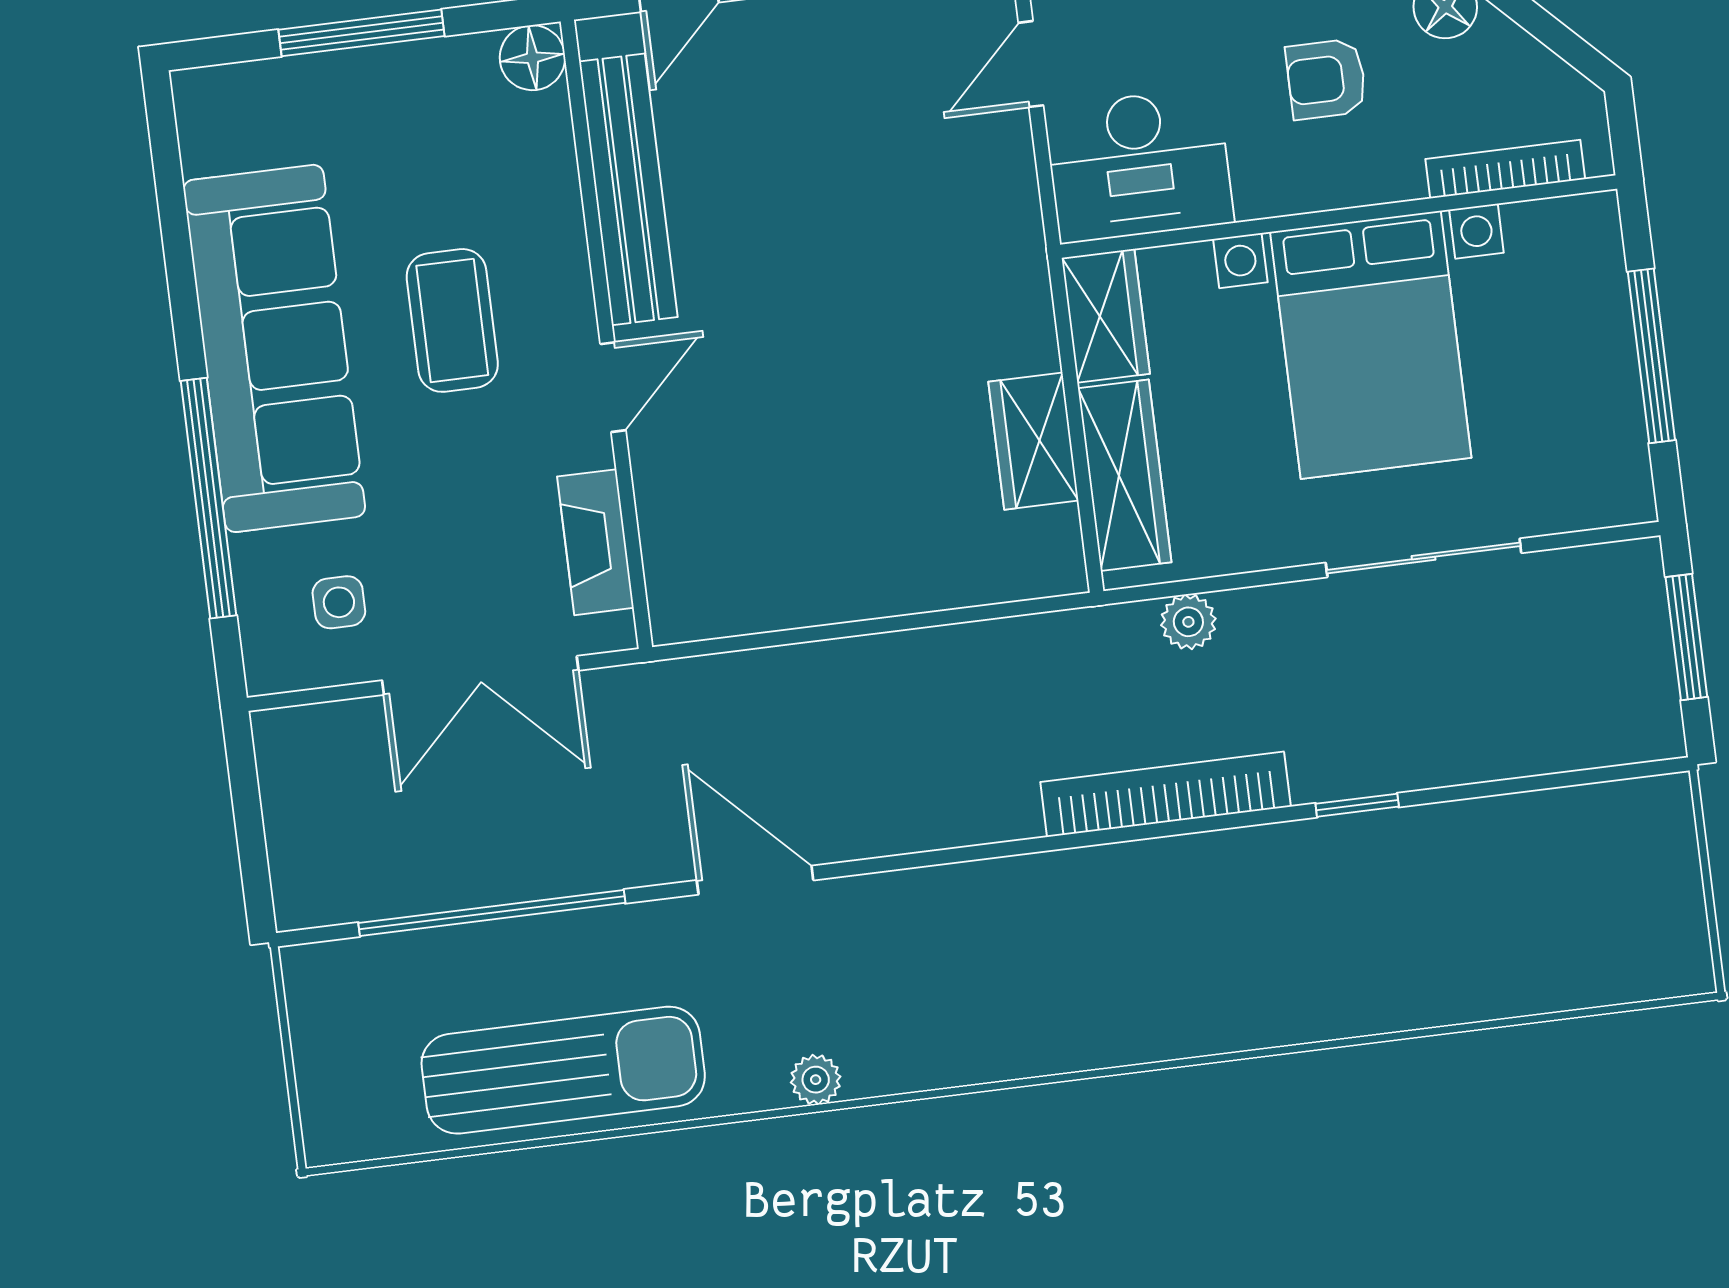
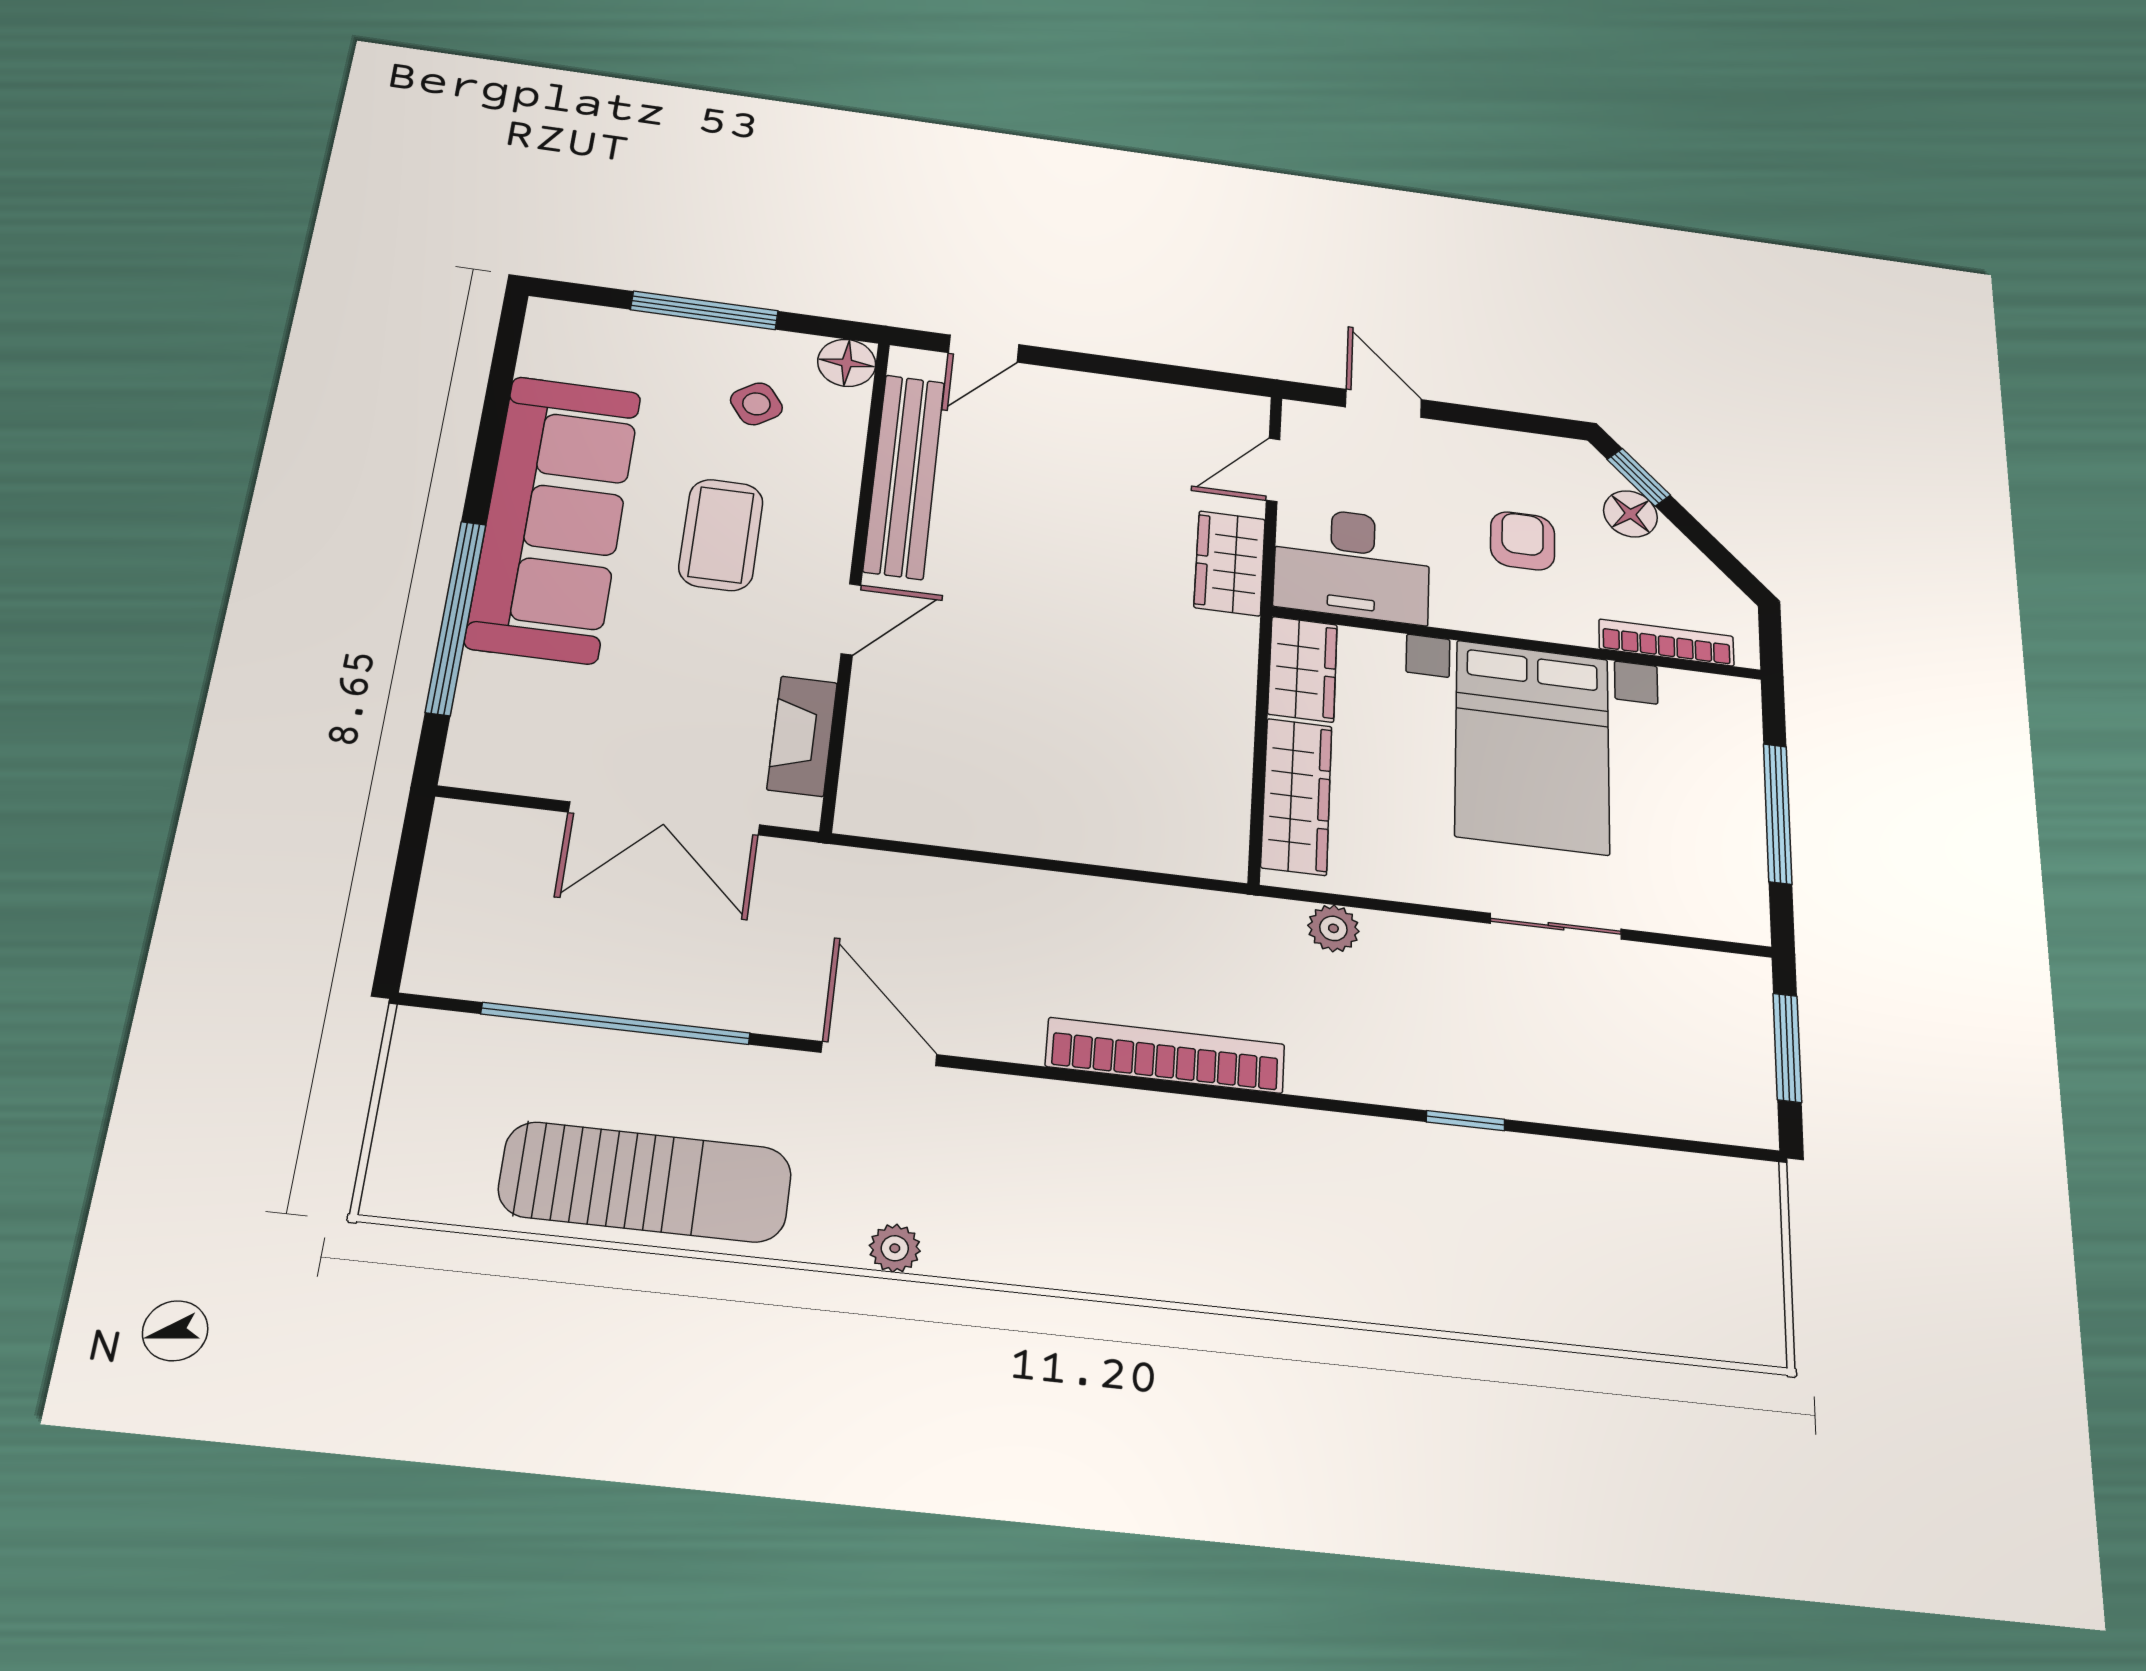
armchair: (1326, 79) -> (1523, 541), turned 90
wardrobe: (1033, 441) -> (1230, 563), moved
sliding door: (1424, 558) -> (1556, 926), width x0.73
side table: (339, 602) -> (756, 404), moved, turned -35
bookcase: (1166, 794) -> (1166, 1055), moved

